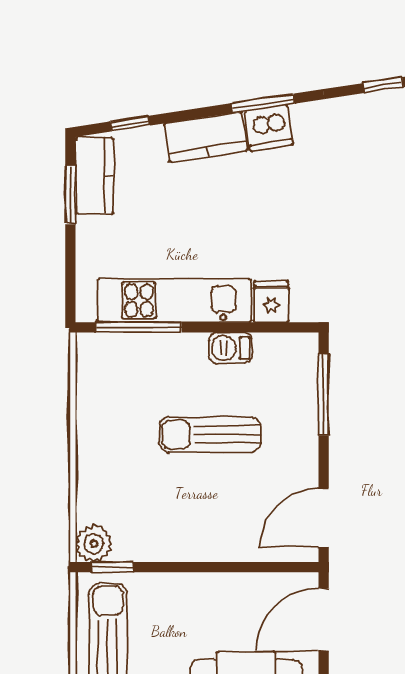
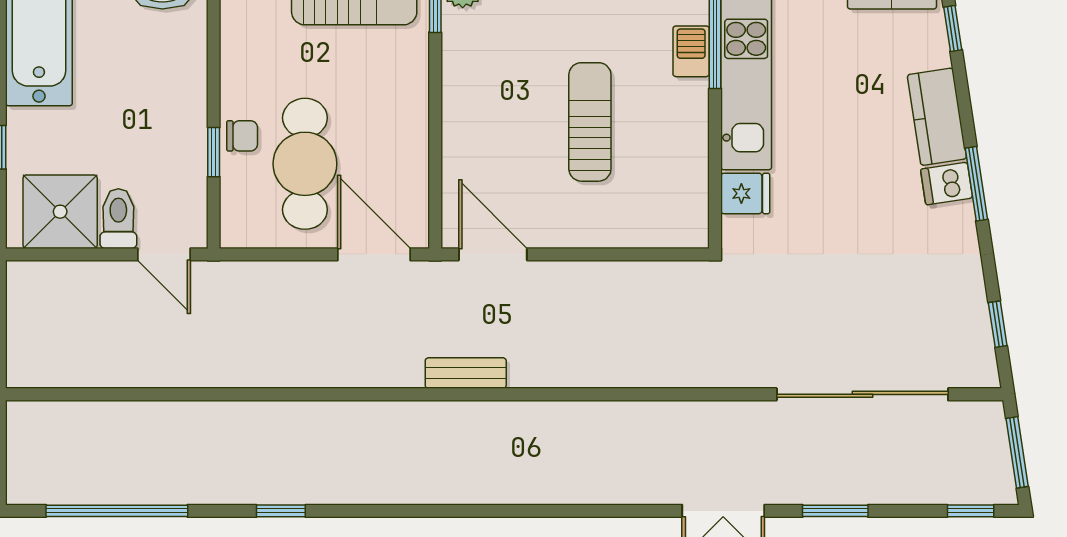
dishwasher: (269, 128) -> (947, 184), width x0.73
barbecue: (231, 348) -> (691, 51), moved
window: (324, 394) -> (637, 254), removed

